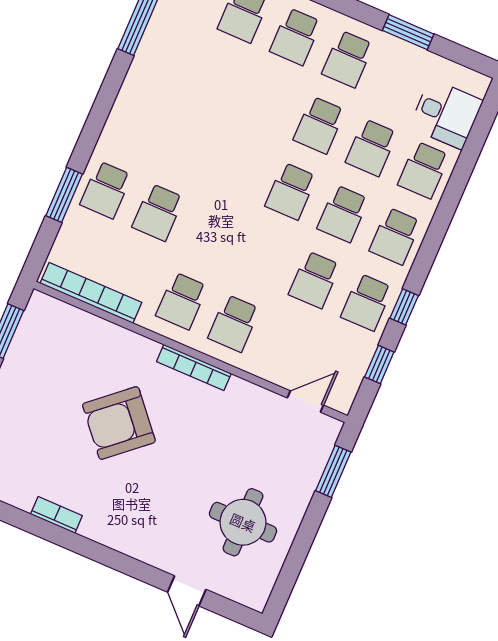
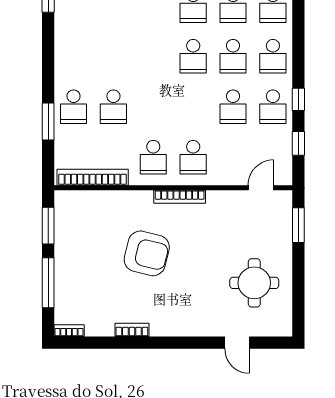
armchair: (119, 423) -> (147, 253), turned -125

